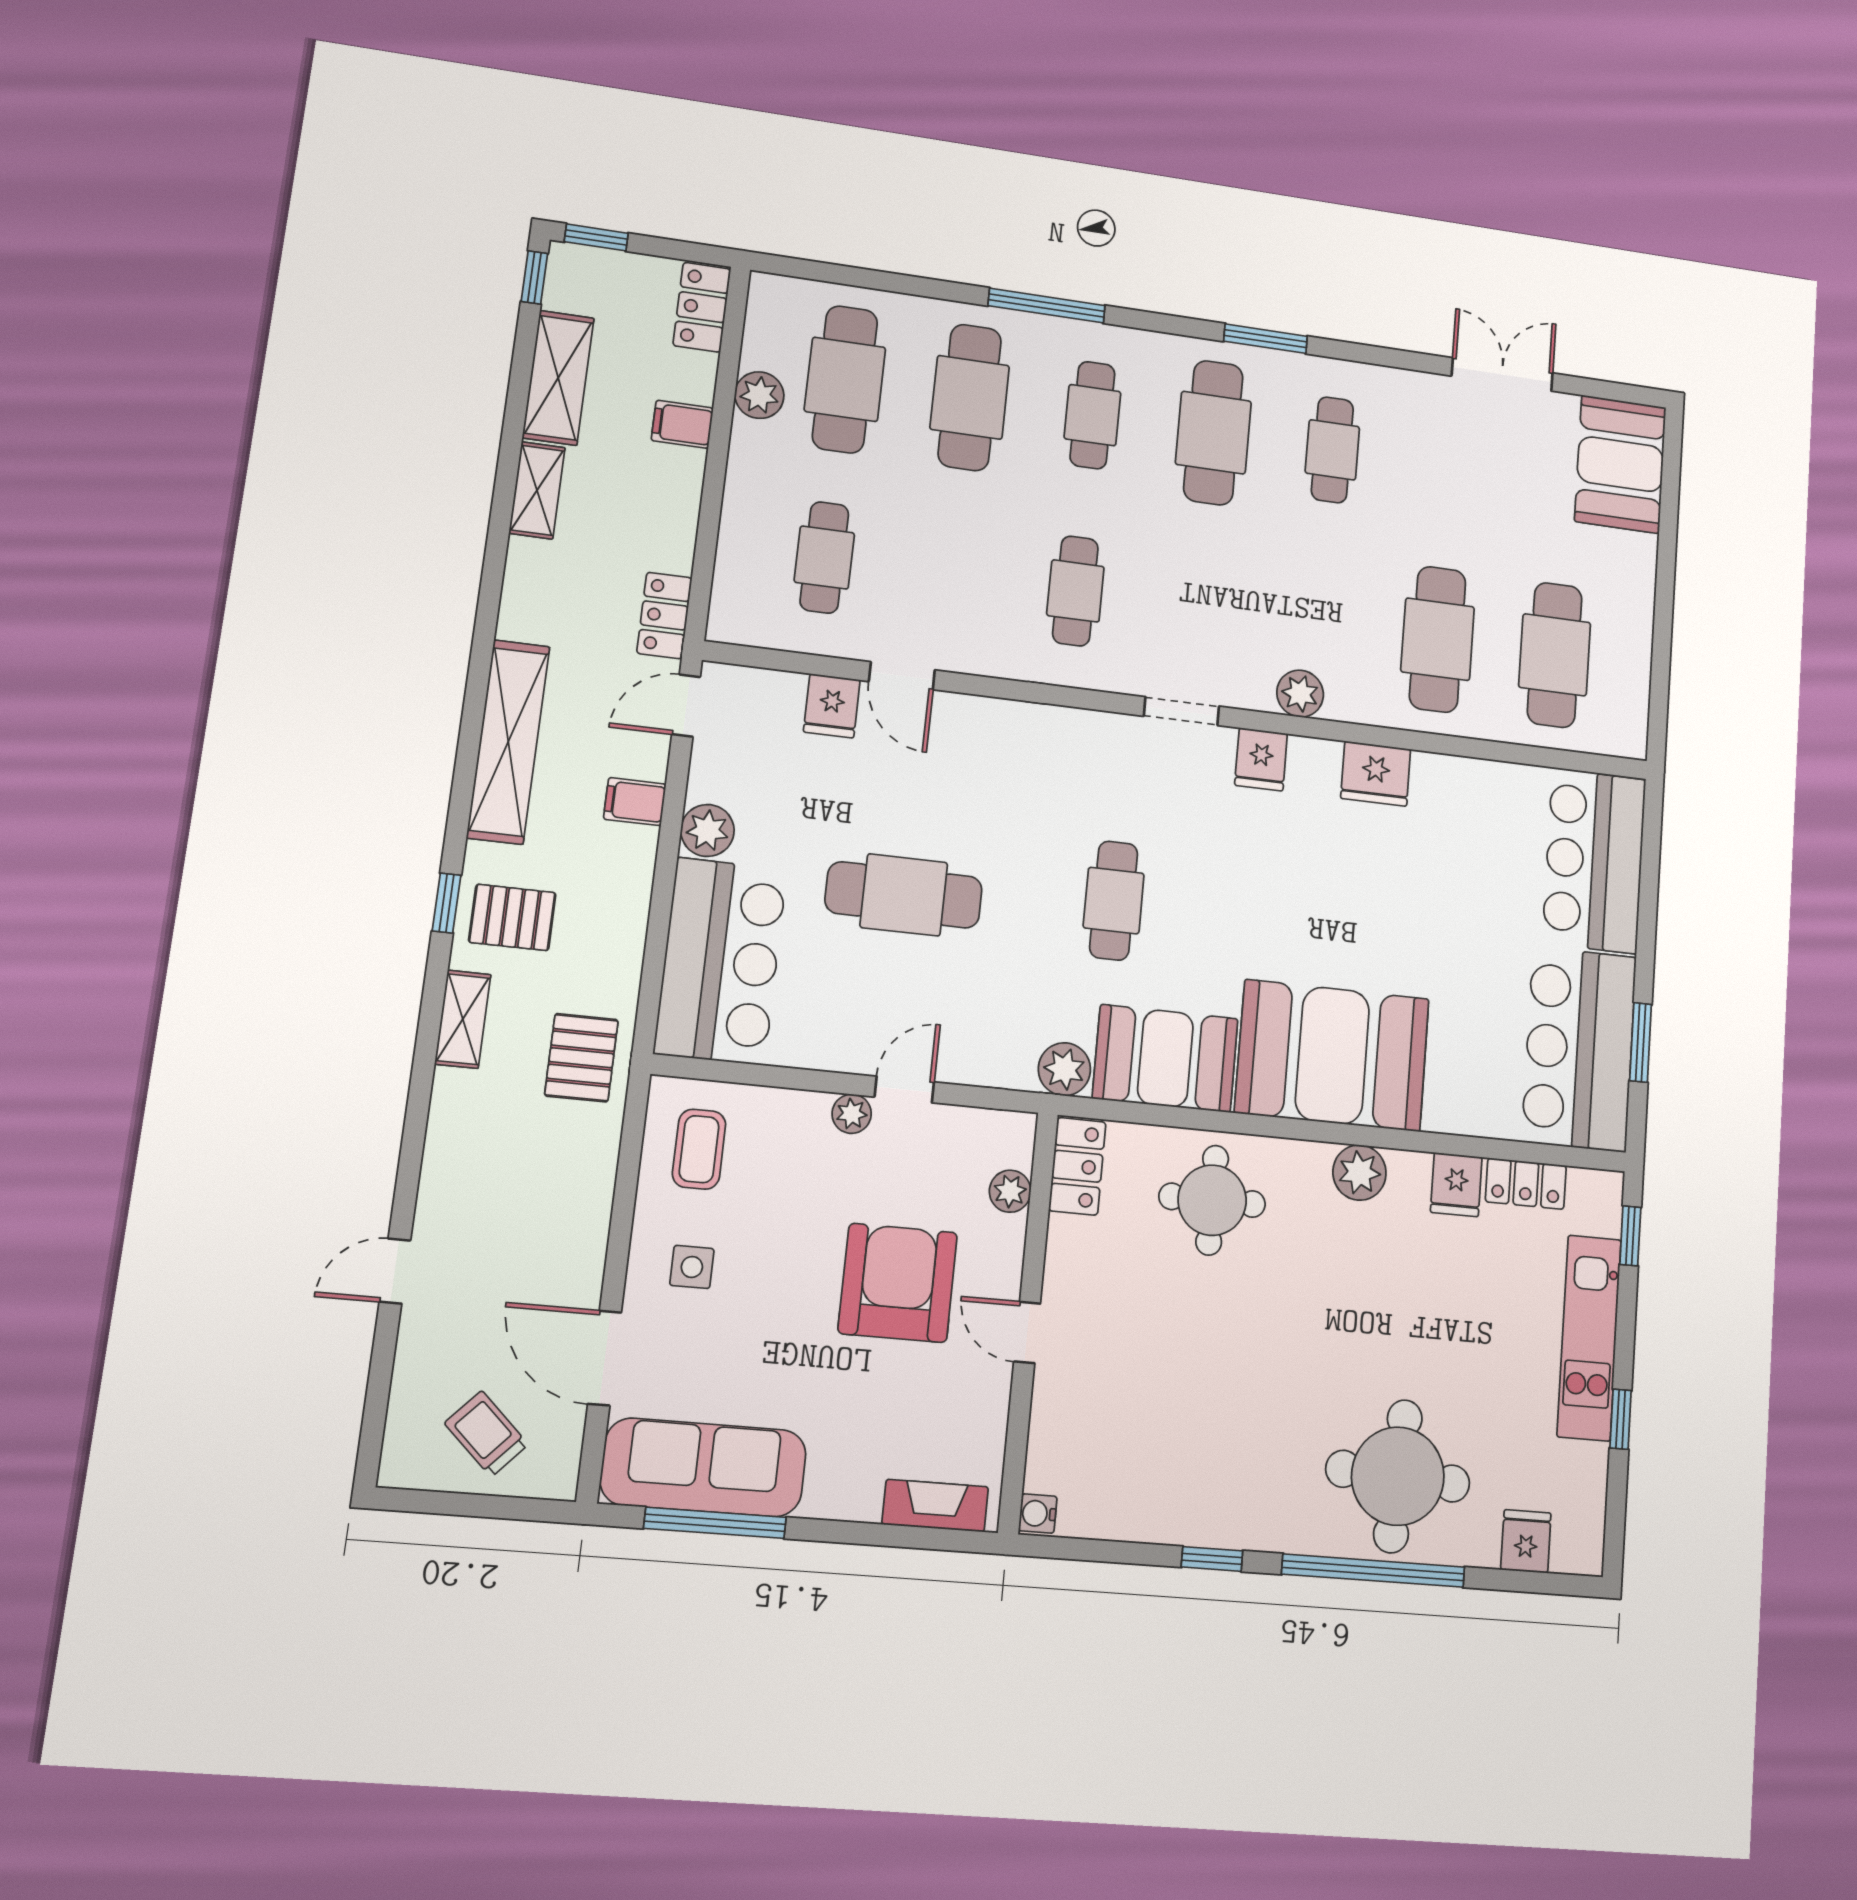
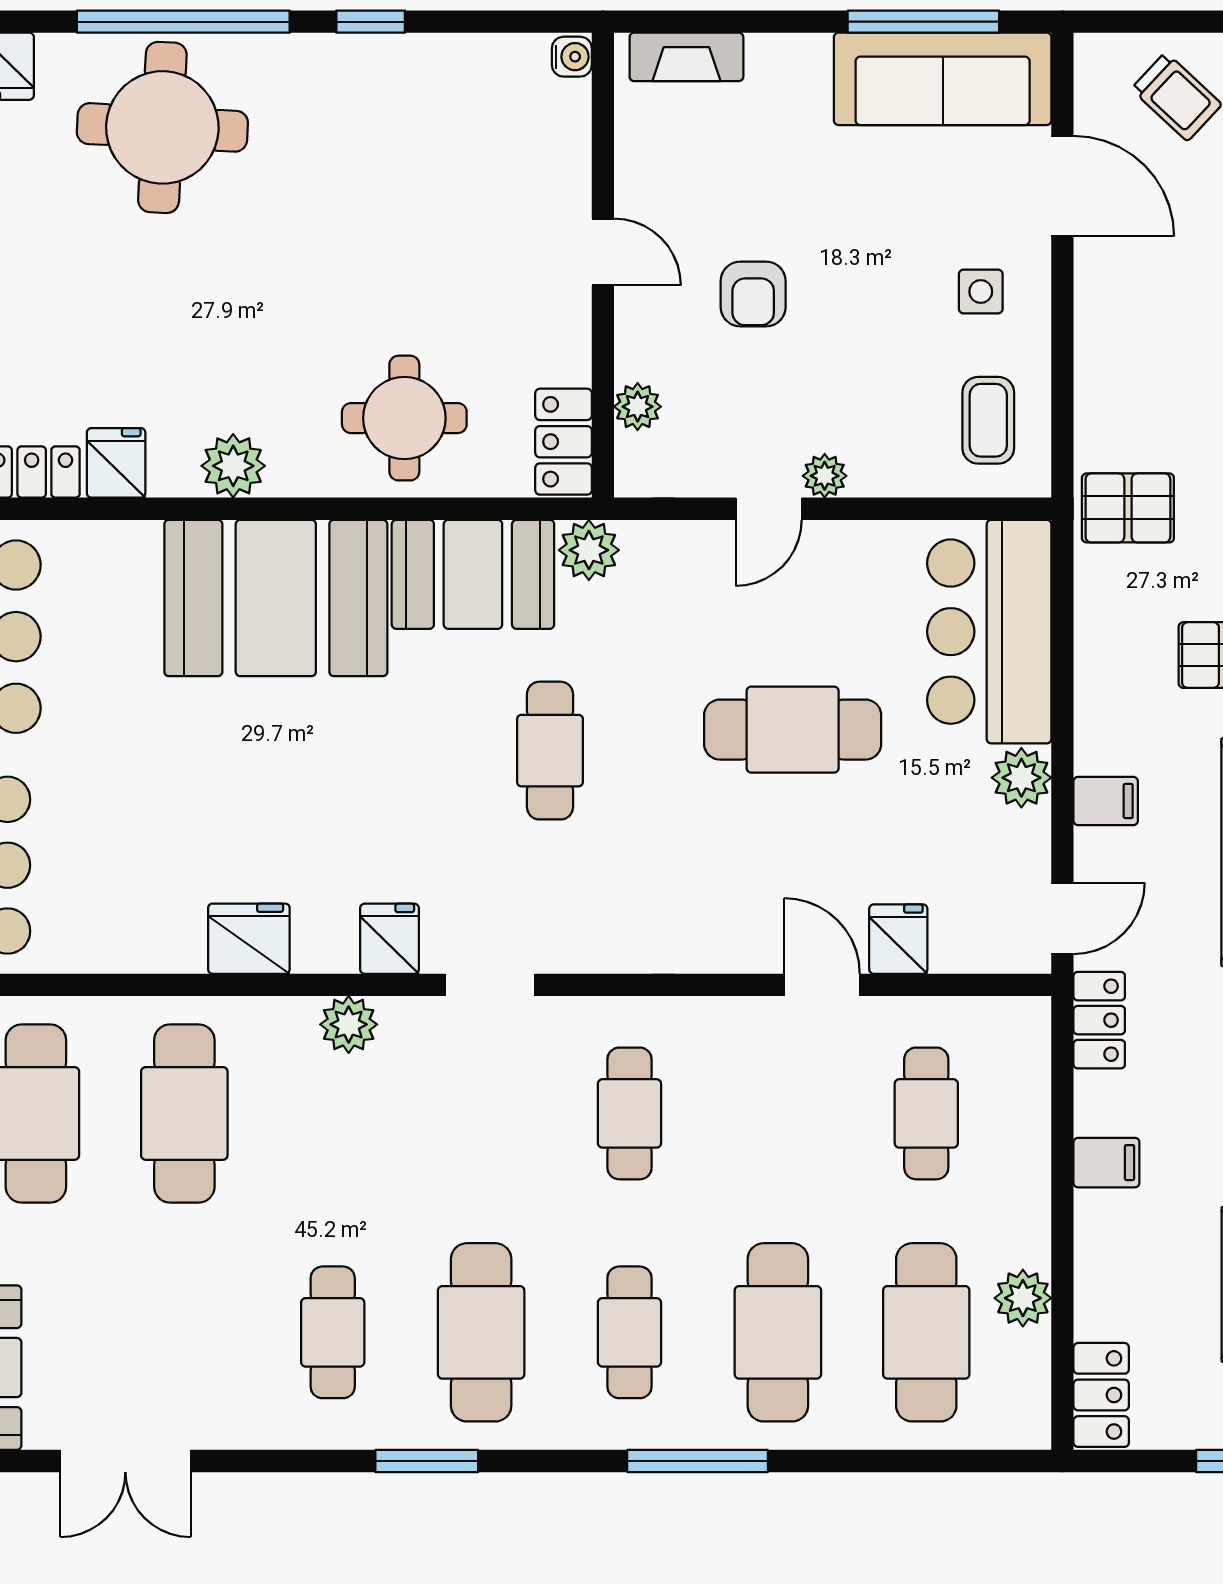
filing cabinet: (682, 424) -> (1106, 1163), moved
pallet: (581, 1058) -> (1128, 508), turned 90
armchair: (898, 1283) -> (753, 294), width x0.53, depth x0.53

